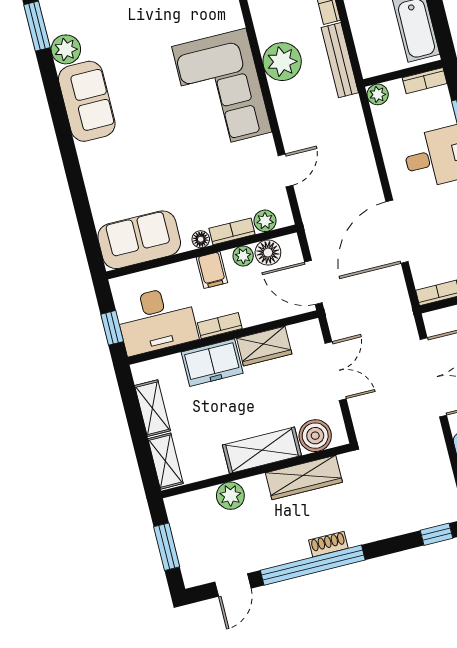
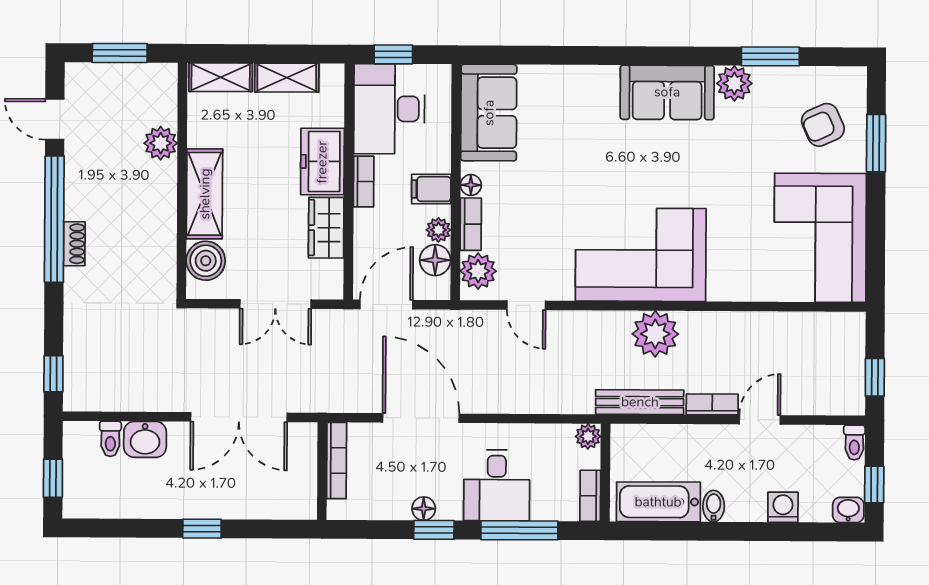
plant: (265, 221) -> (478, 271), width x1.38, depth x1.38
wardrobe: (304, 478) -> (160, 235), removed

